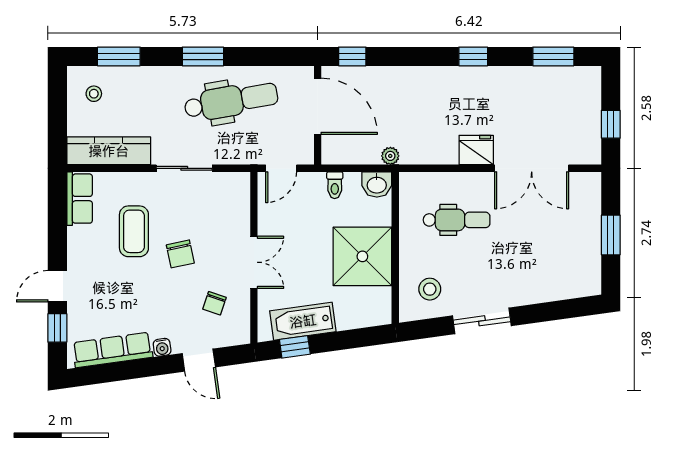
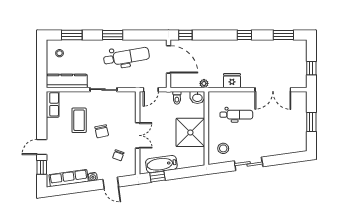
fridge: (476, 150) -> (232, 81), moved

